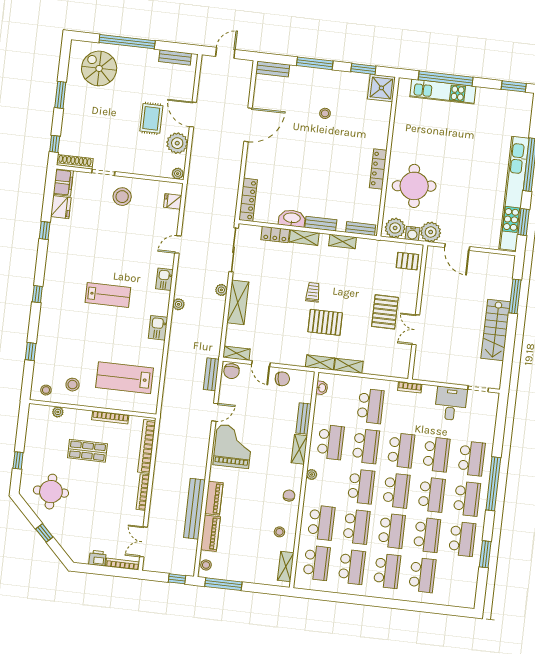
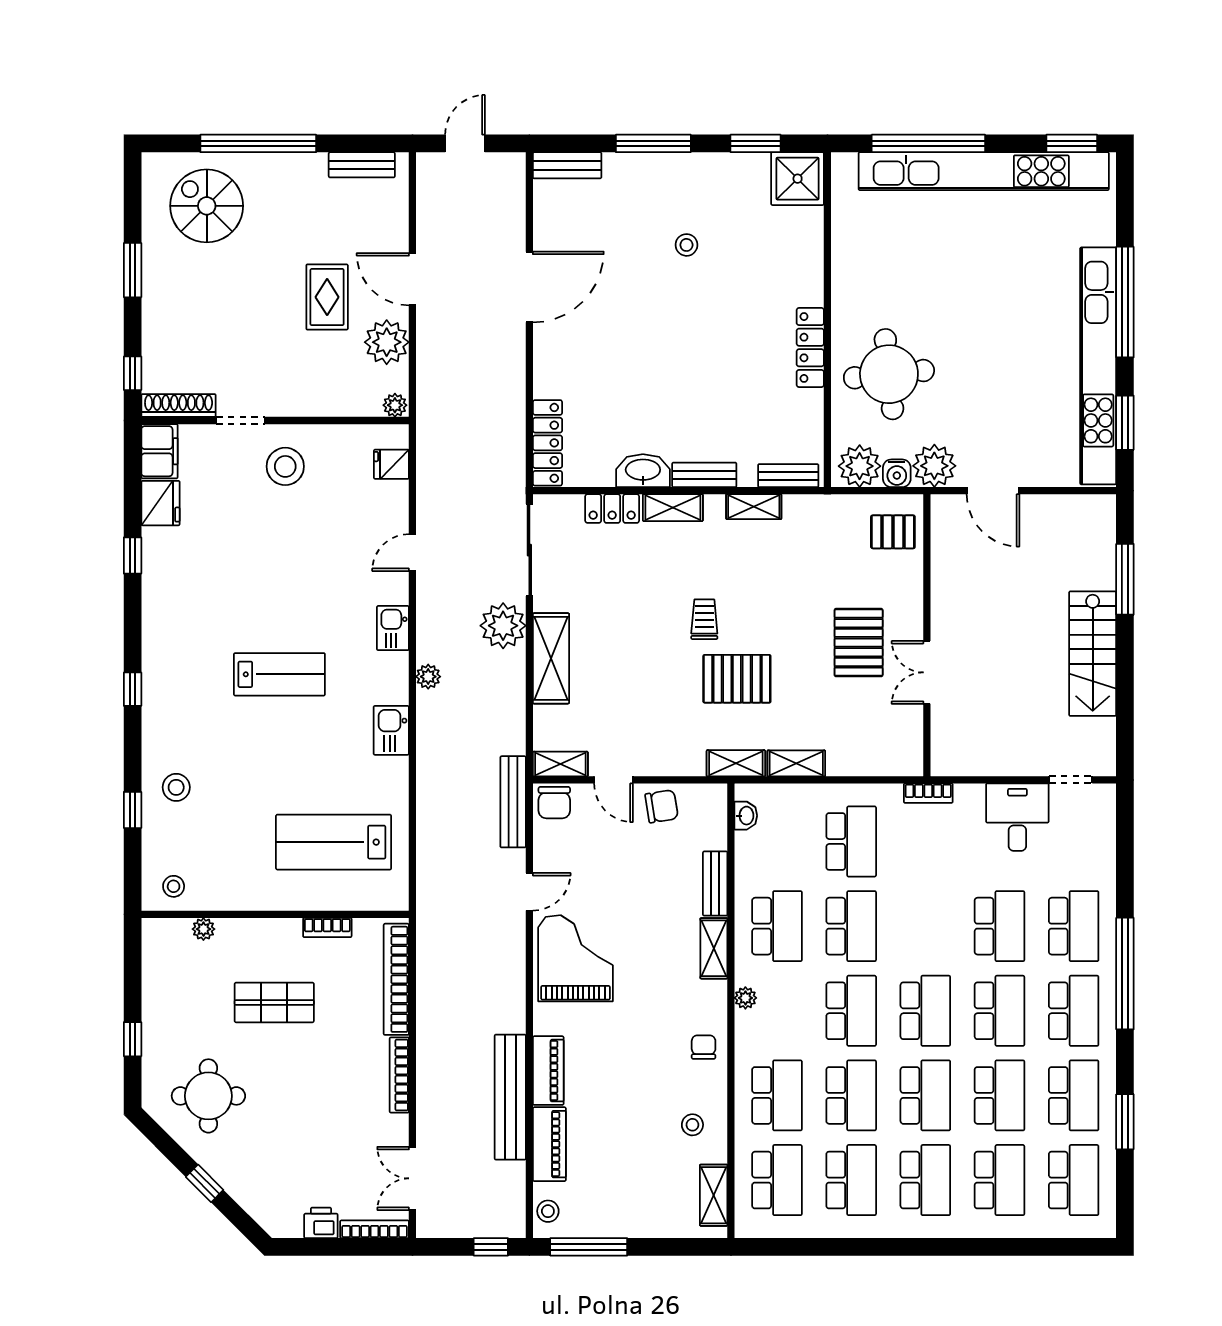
kitchen unit: (443, 92) -> (984, 171), width x1.86
plant: (221, 290) -> (503, 626), width x1.88, depth x1.88
bench: (211, 374) -> (513, 802), width x1.36
stool: (73, 385) -> (176, 787), moved
bookcase: (110, 417) -> (327, 928), width x0.64
school desk: (401, 450) -> (1074, 1180), moved

